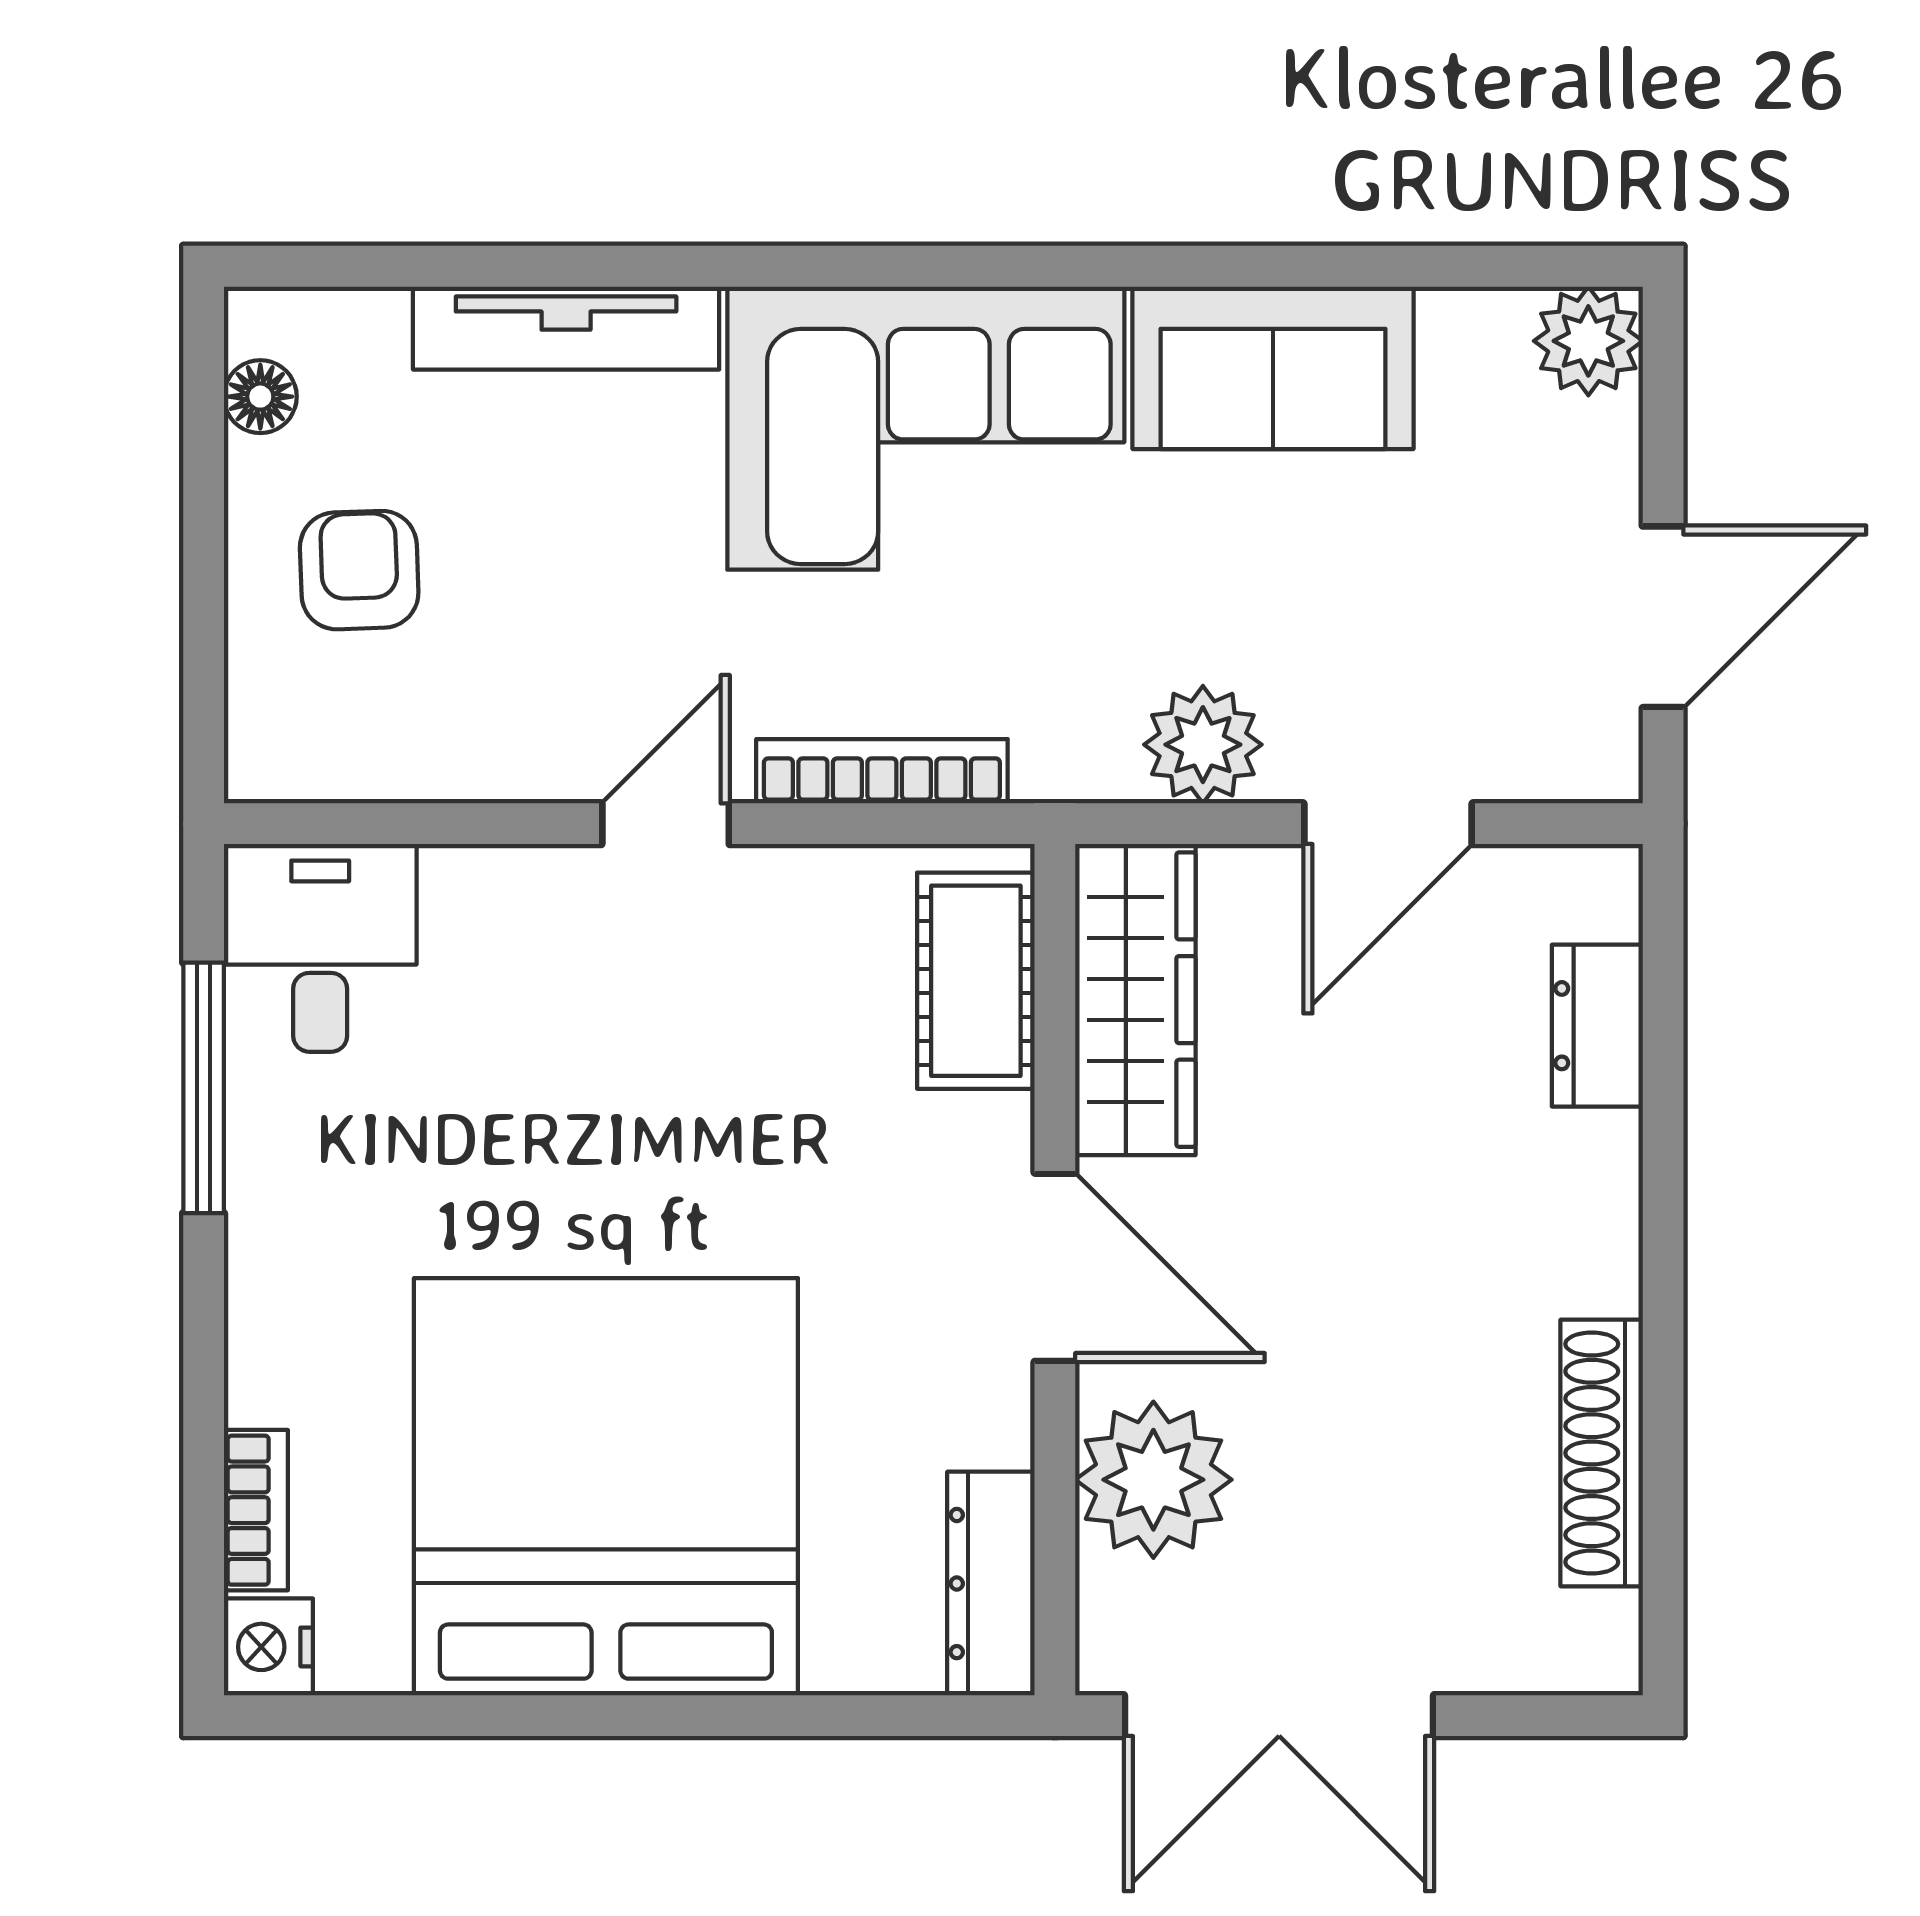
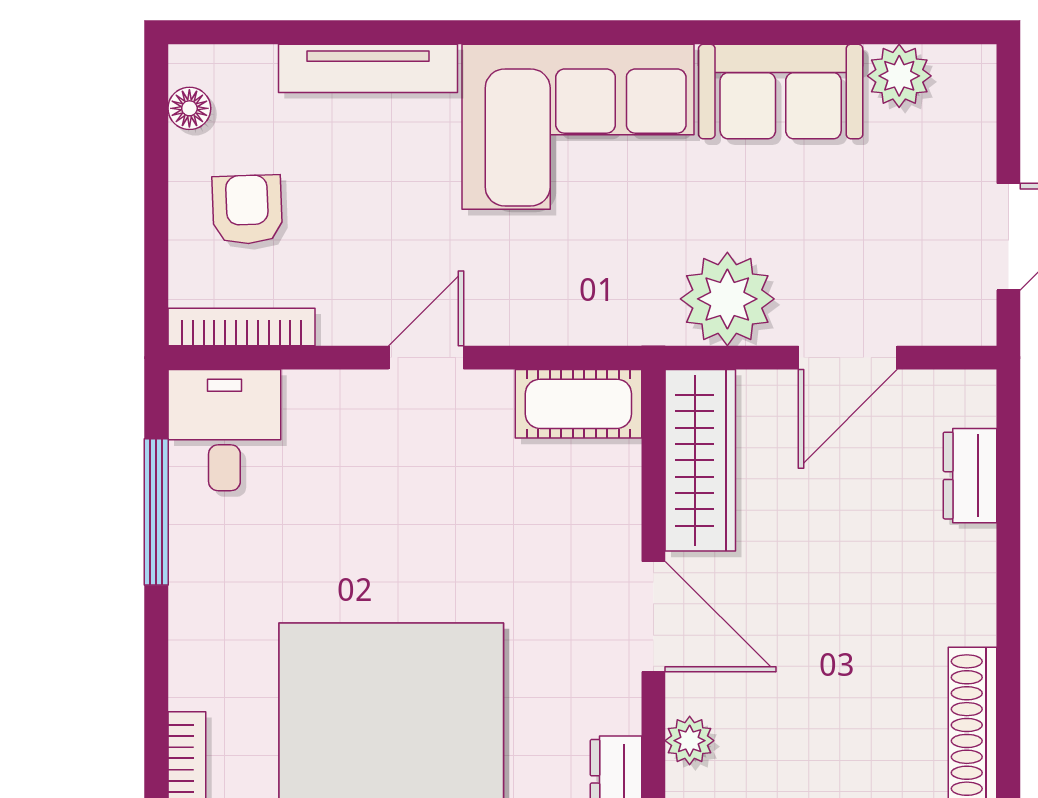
plant: (1588, 341) -> (899, 76), moved
plant: (1203, 745) -> (727, 299), width x1.36, depth x1.36
bookcase: (882, 771) -> (242, 327), moved
cot: (976, 981) -> (578, 404), moved, turned 90
plant: (1153, 1480) -> (690, 741), width x0.53, depth x0.53

